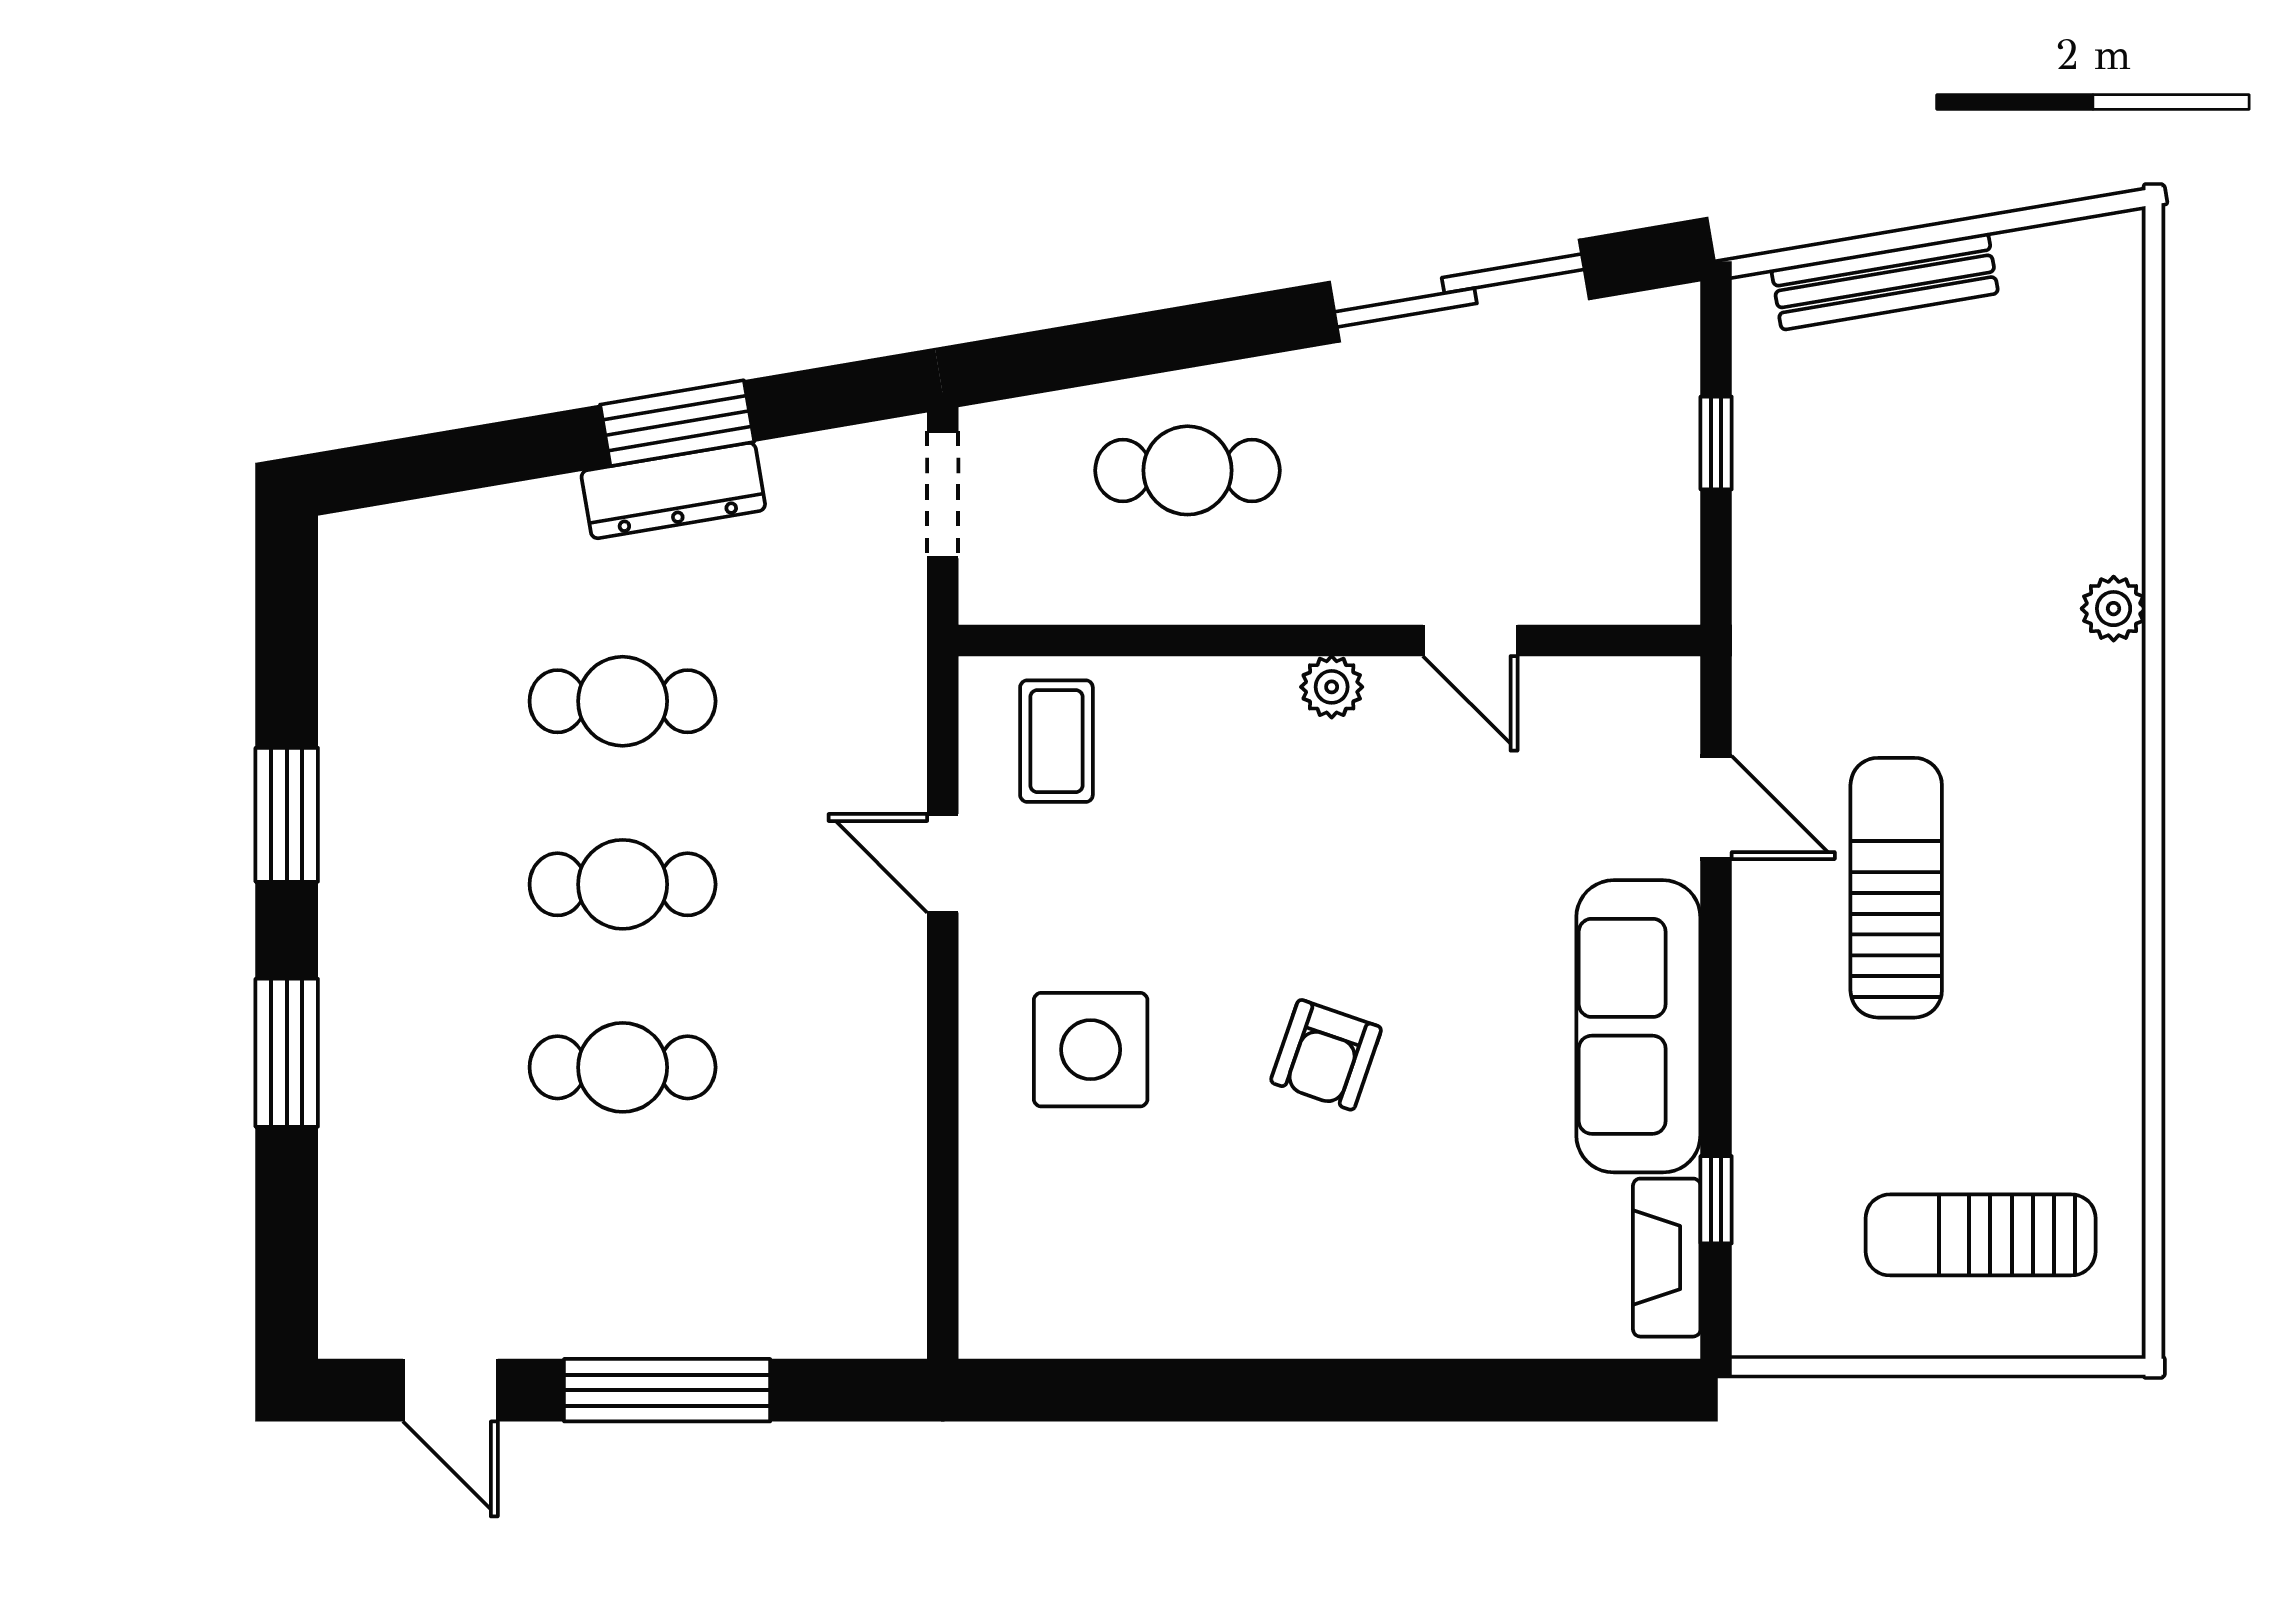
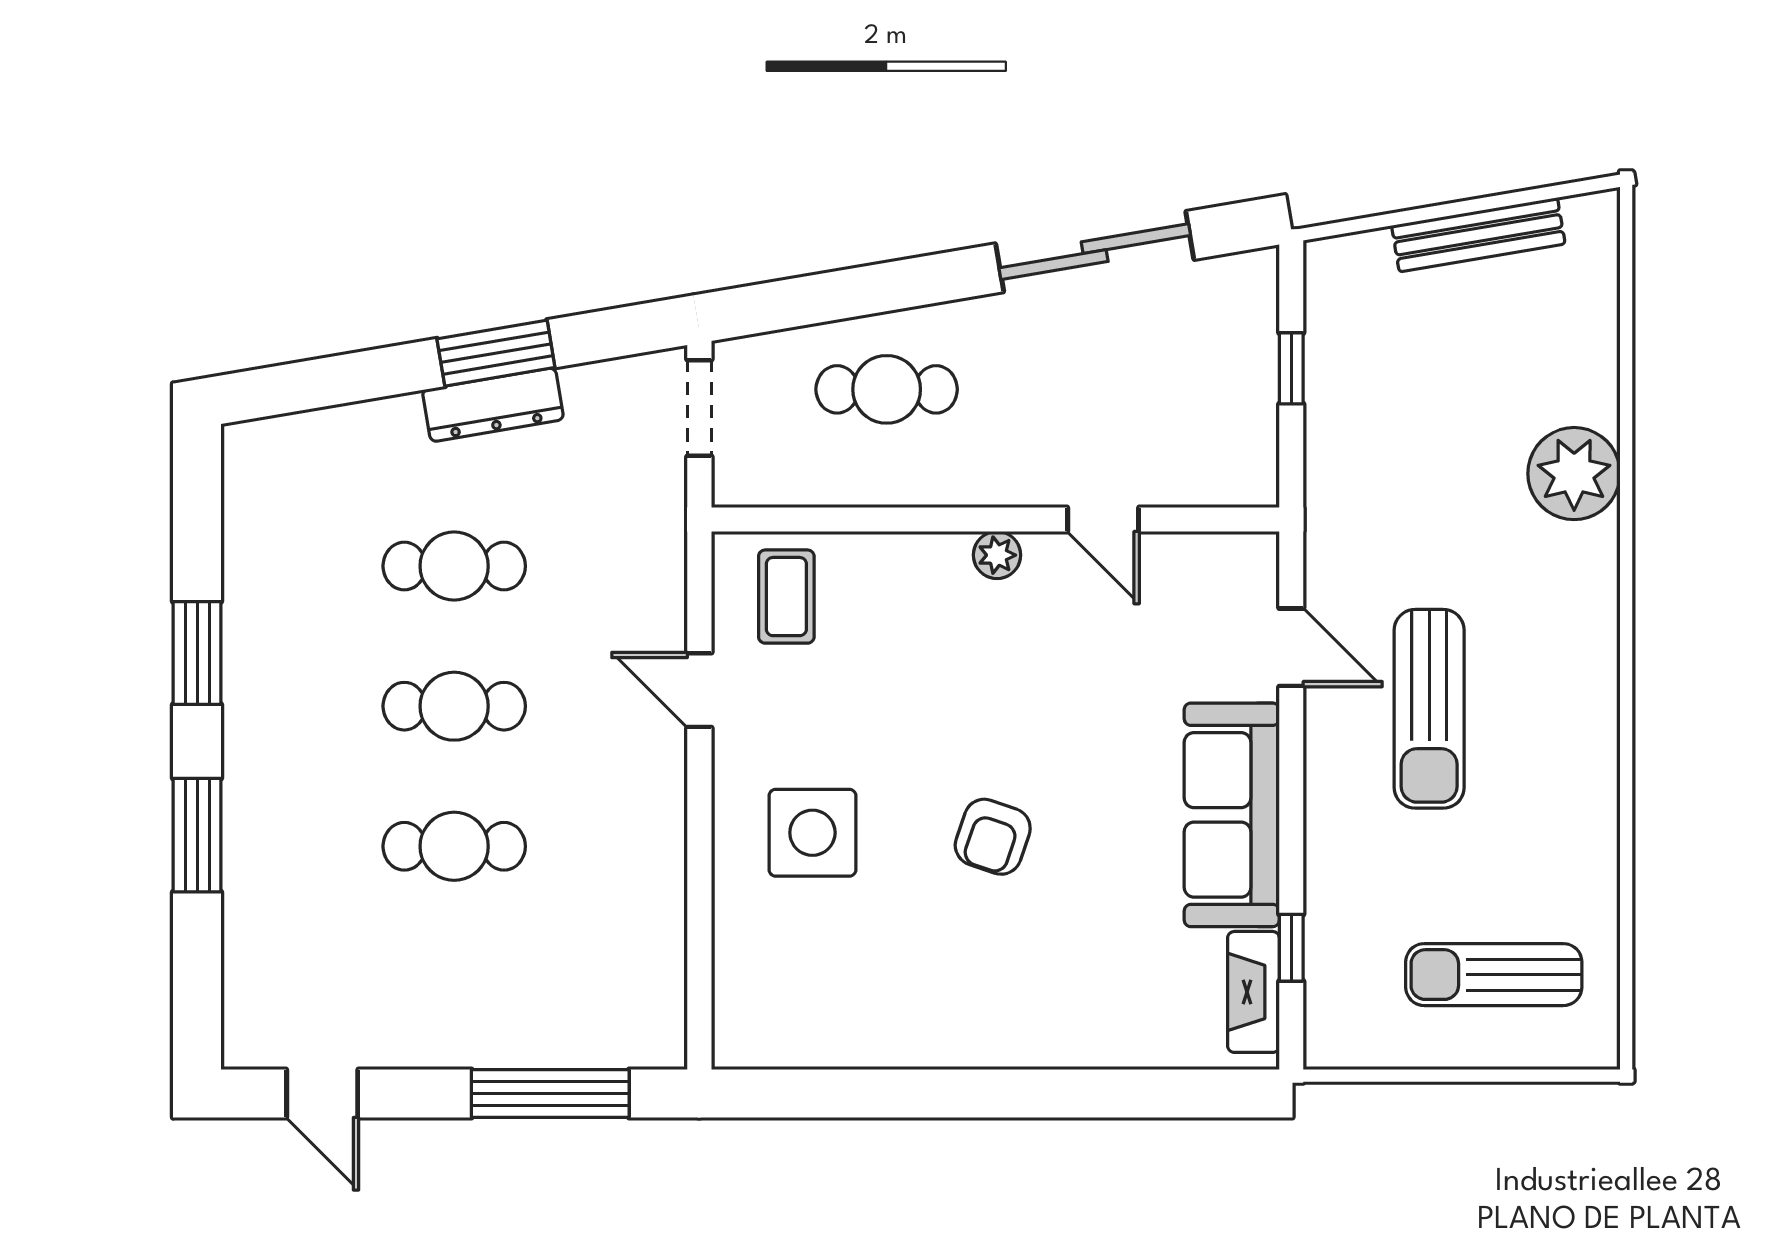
bench: (1885, 281) -> (1478, 235), moved
plant: (2114, 609) -> (1574, 474), width x1.87, depth x1.87
sun lounger: (1896, 888) -> (1429, 709), turned 180
window: (667, 1390) -> (550, 1093), moved

